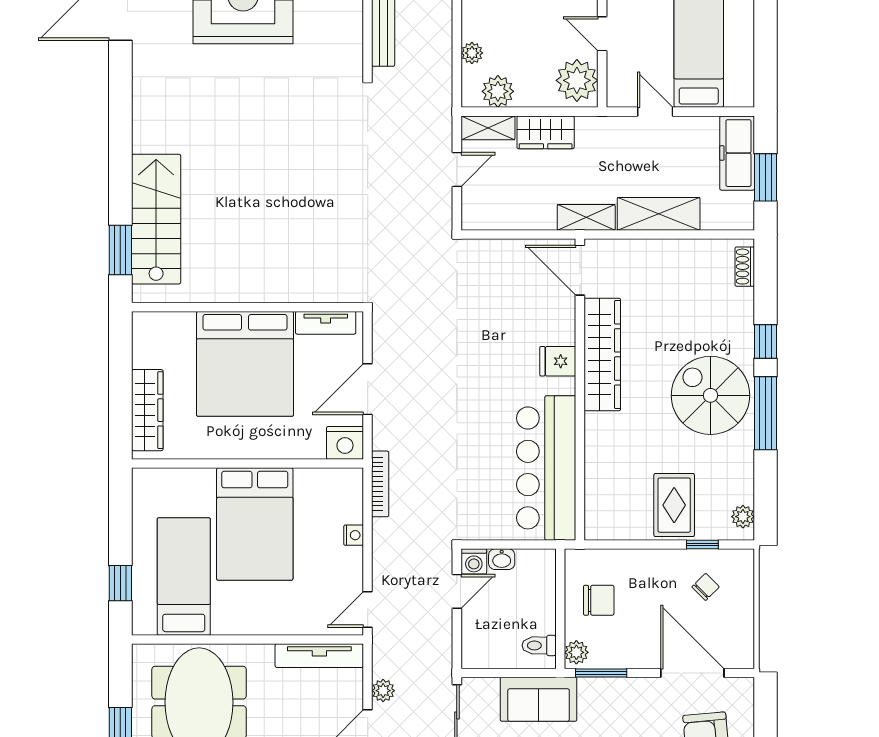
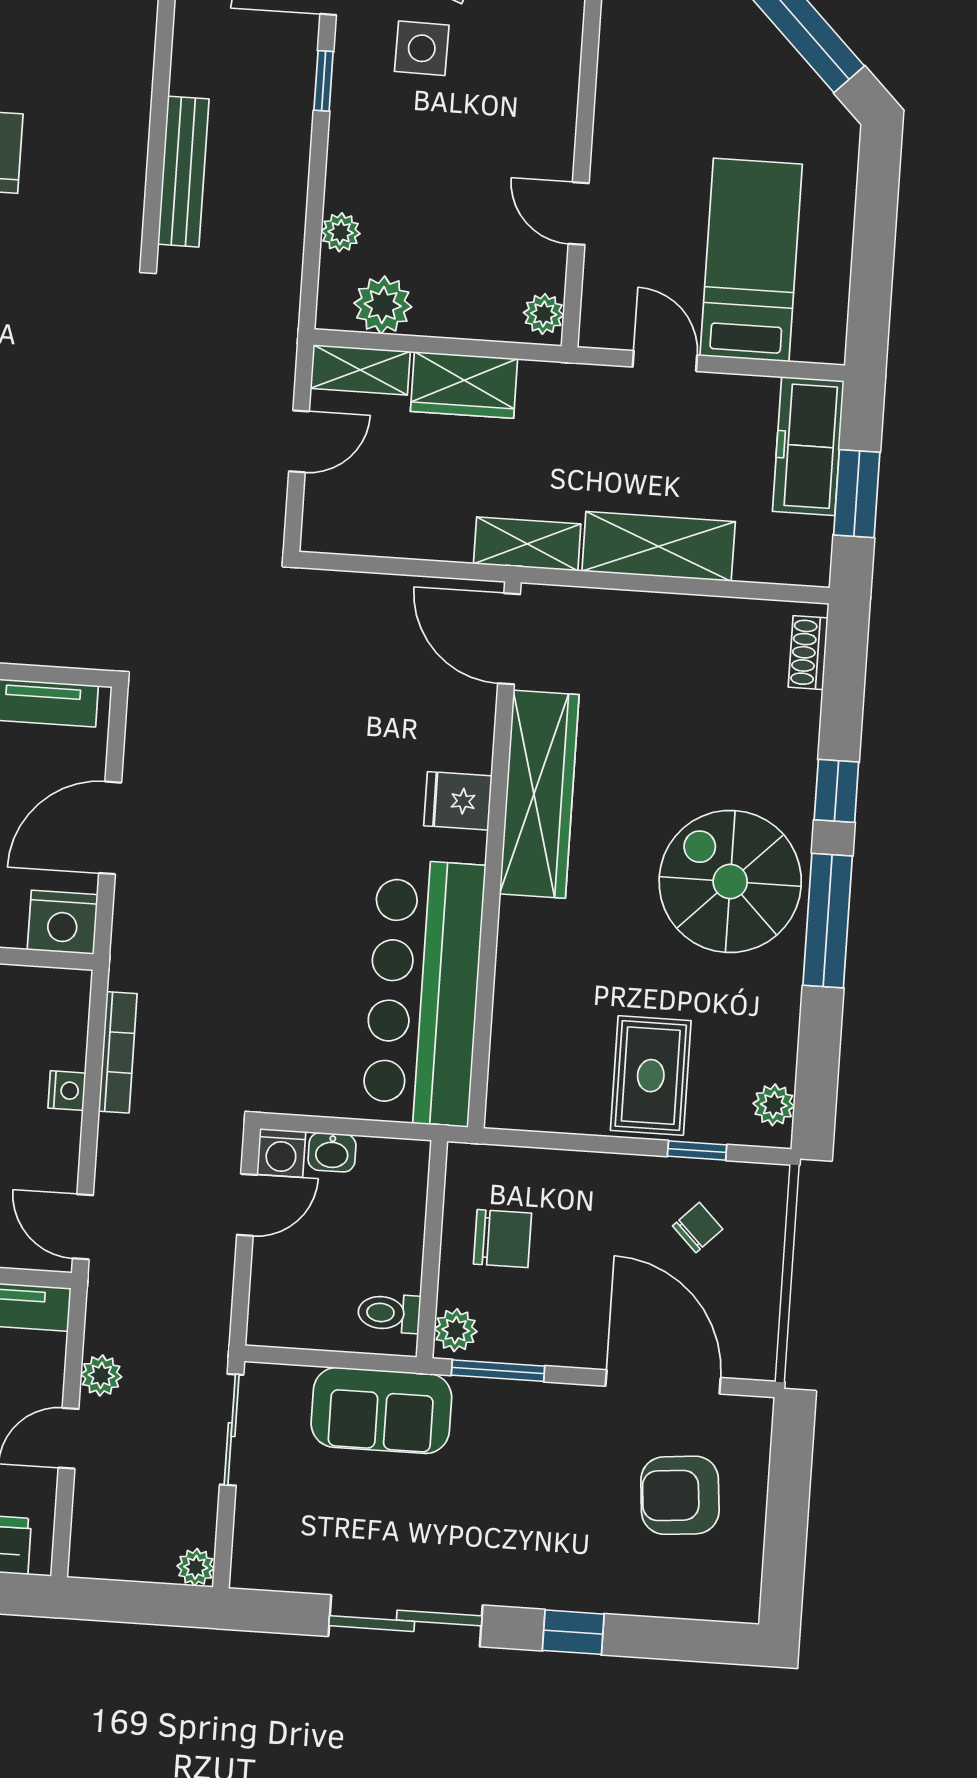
plant: (577, 80) -> (544, 314), width x0.53, depth x0.53
bookcase: (380, 484) -> (118, 1052), moved
door: (368, 610) -> (83, 1227), hinge flipped

